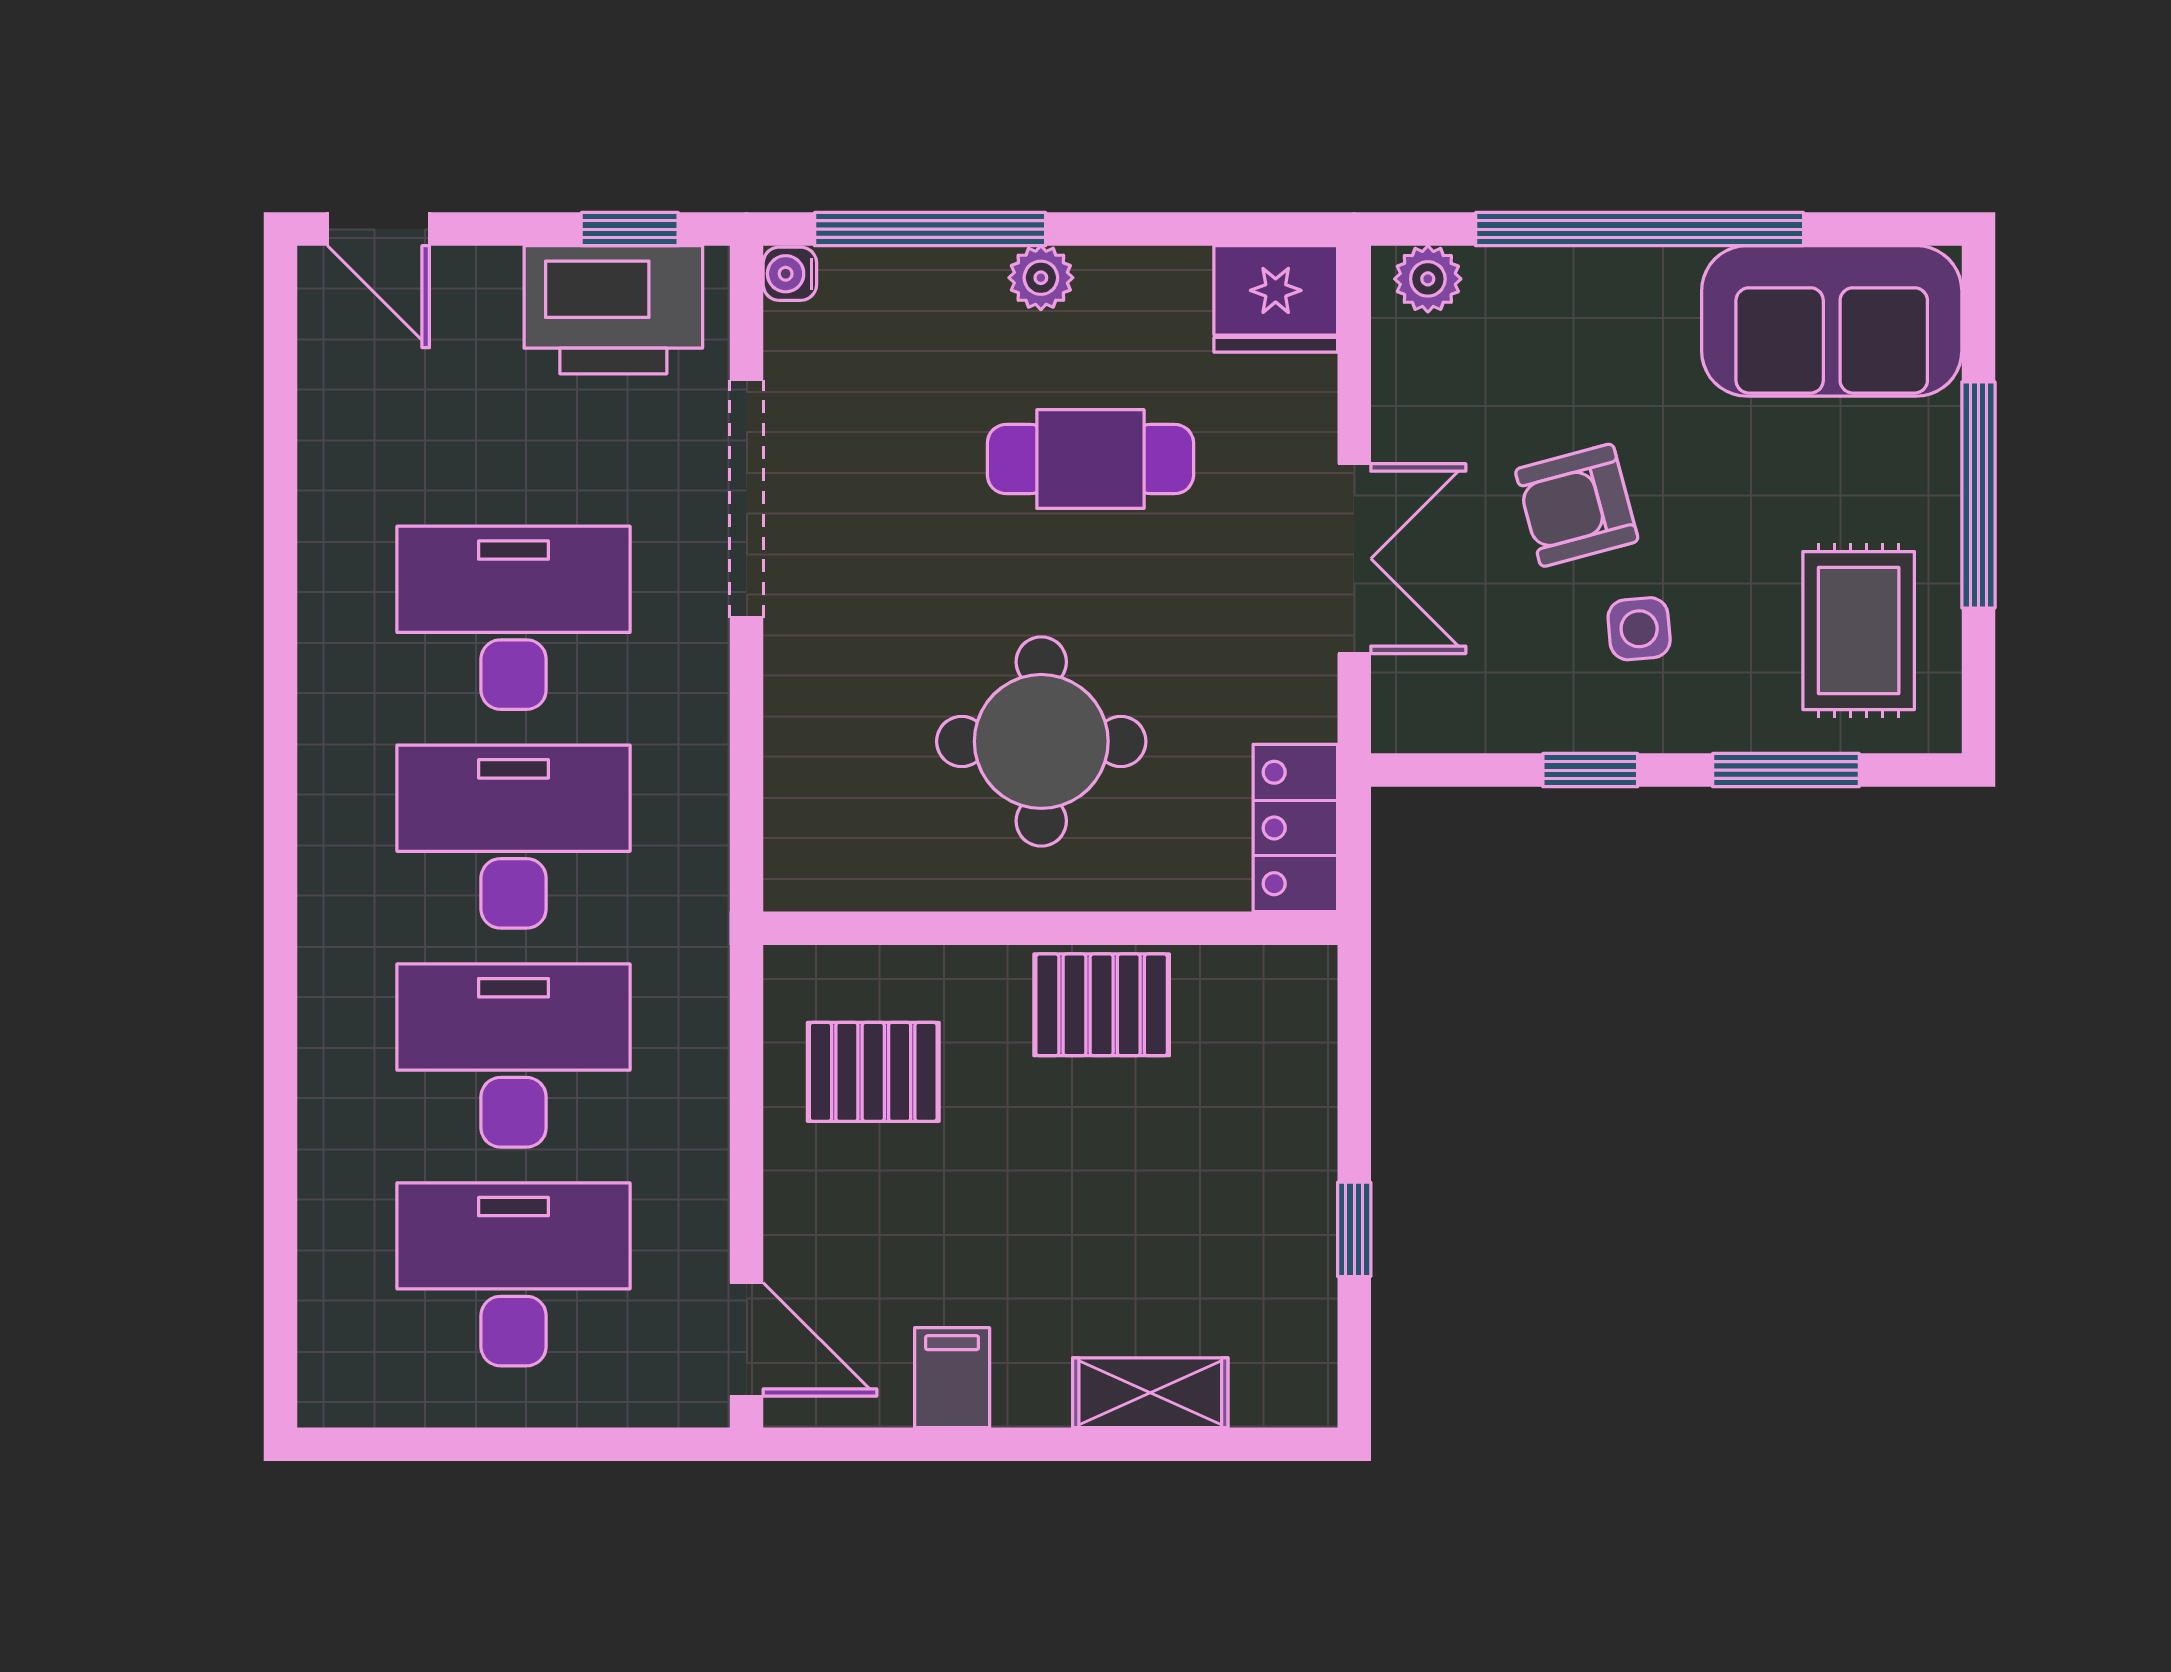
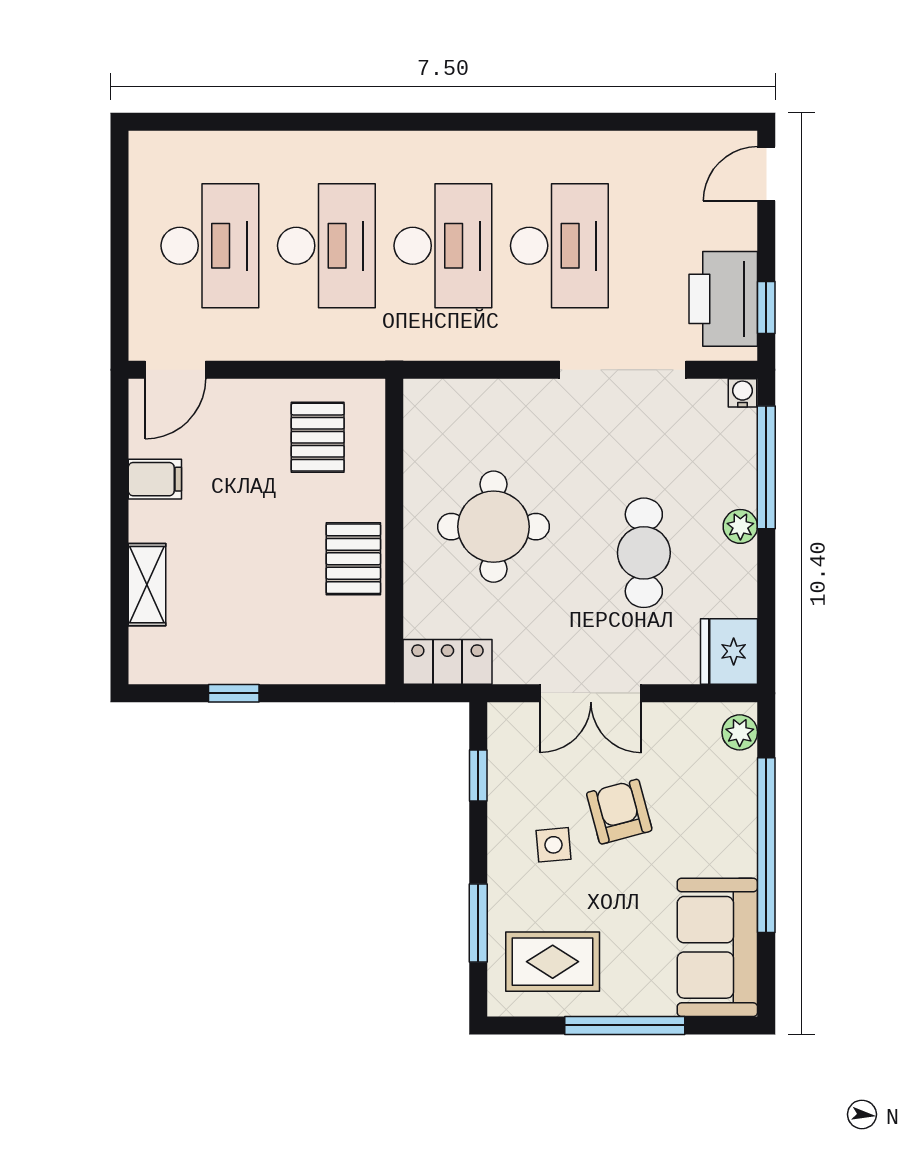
window: (1590, 770) -> (478, 776), moved

